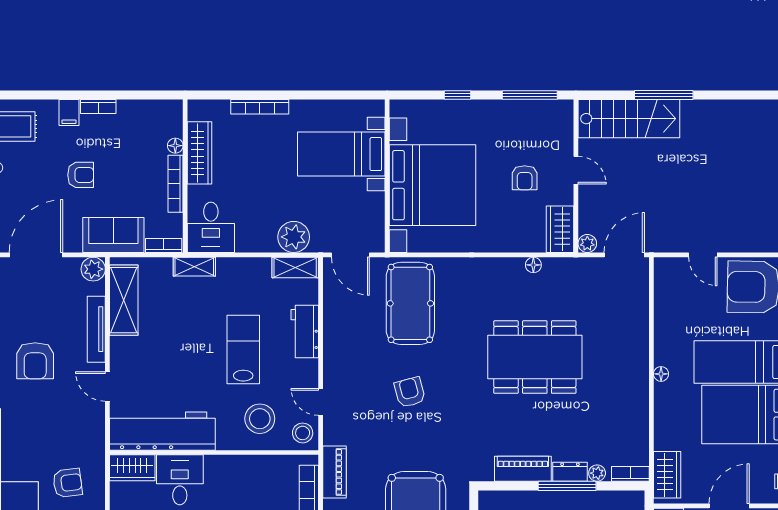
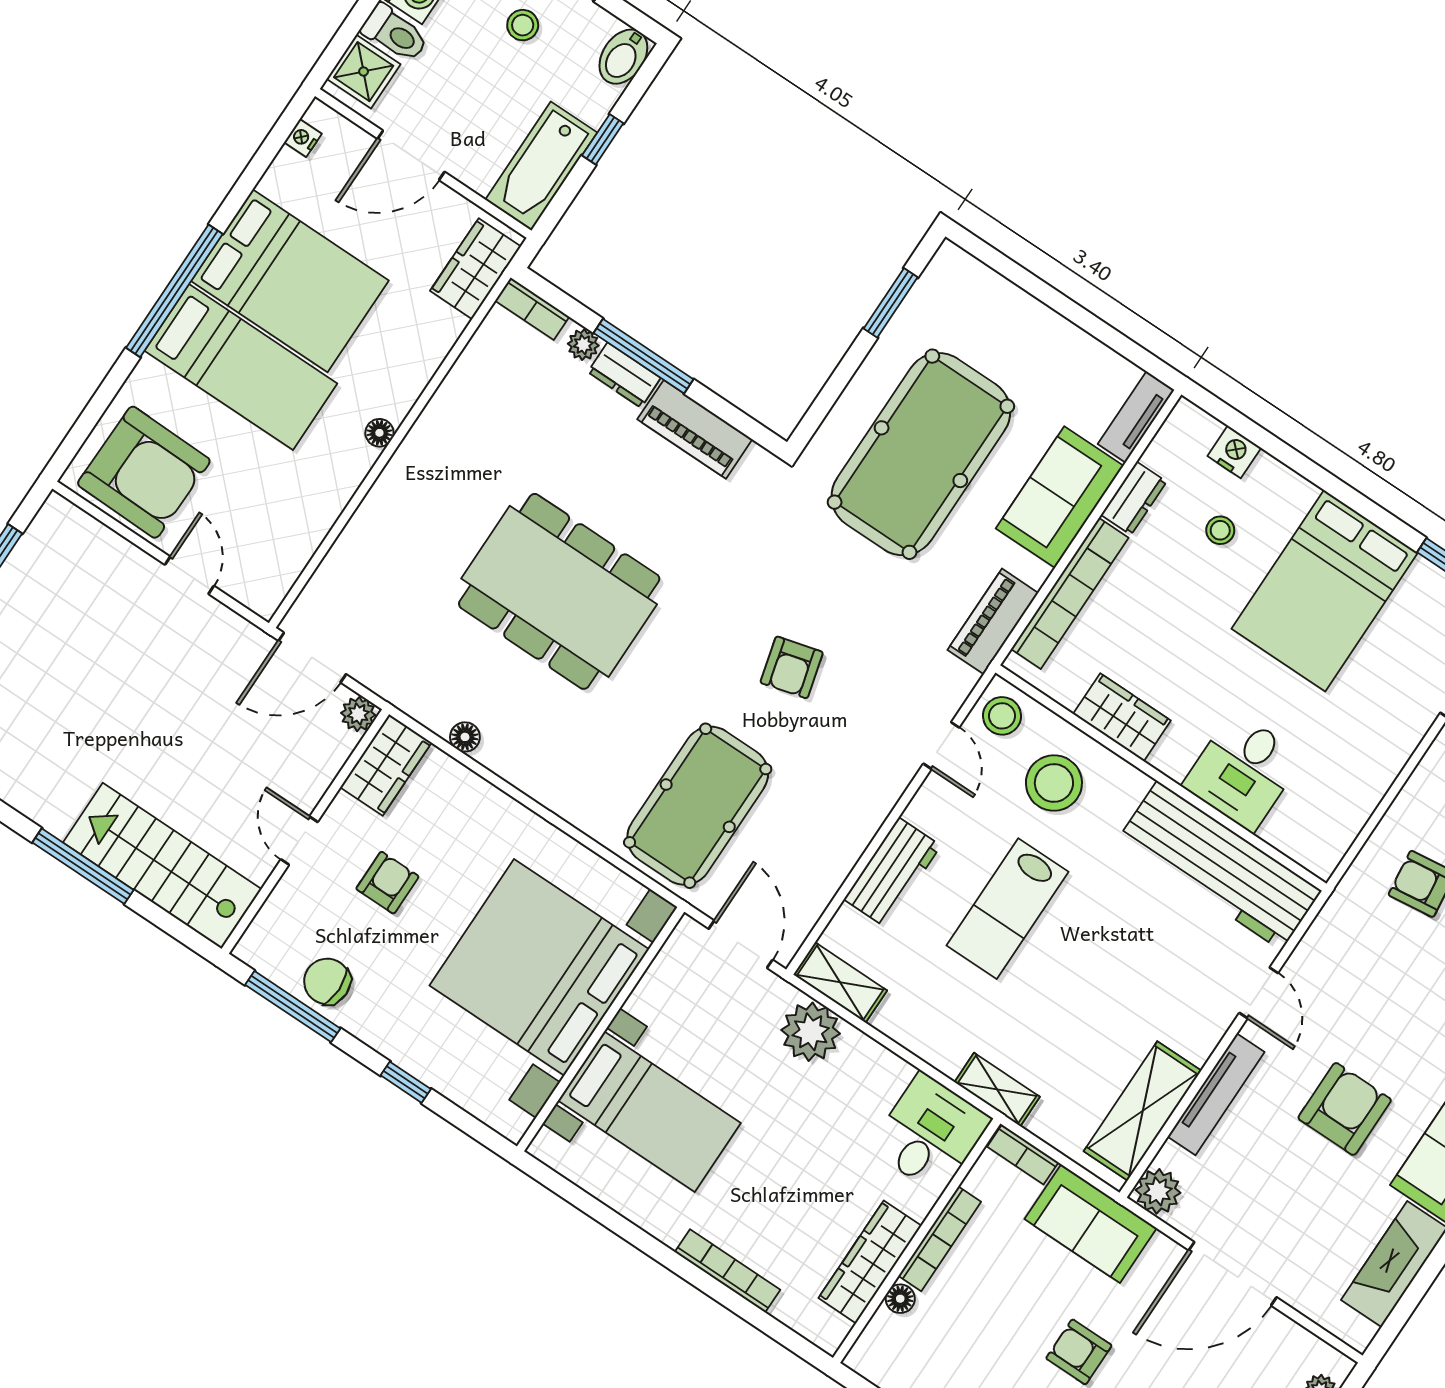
chair: (522, 116) -> (327, 981), added
wardrobe: (132, 468) -> (1122, 717), moved

